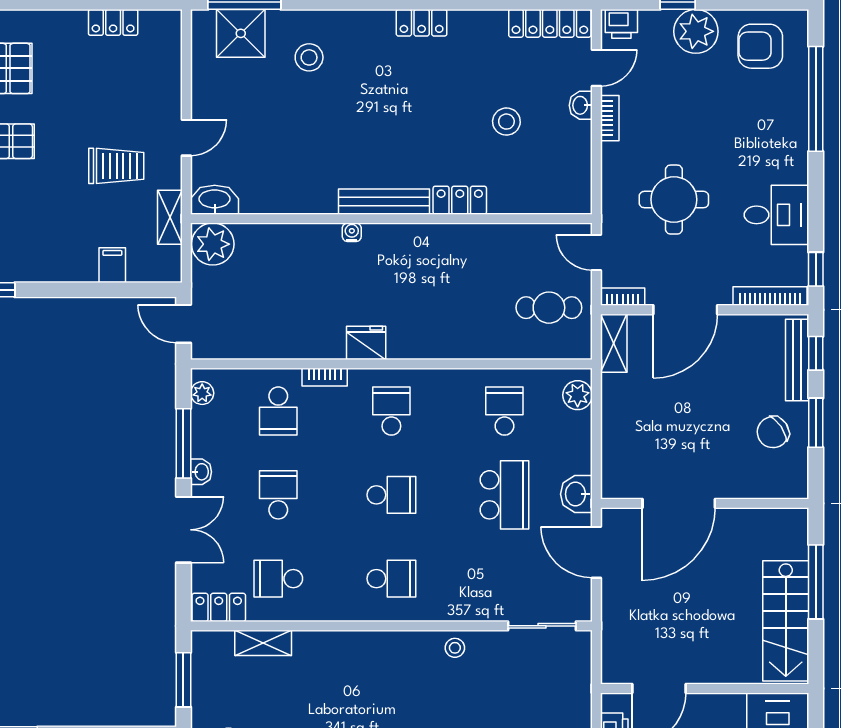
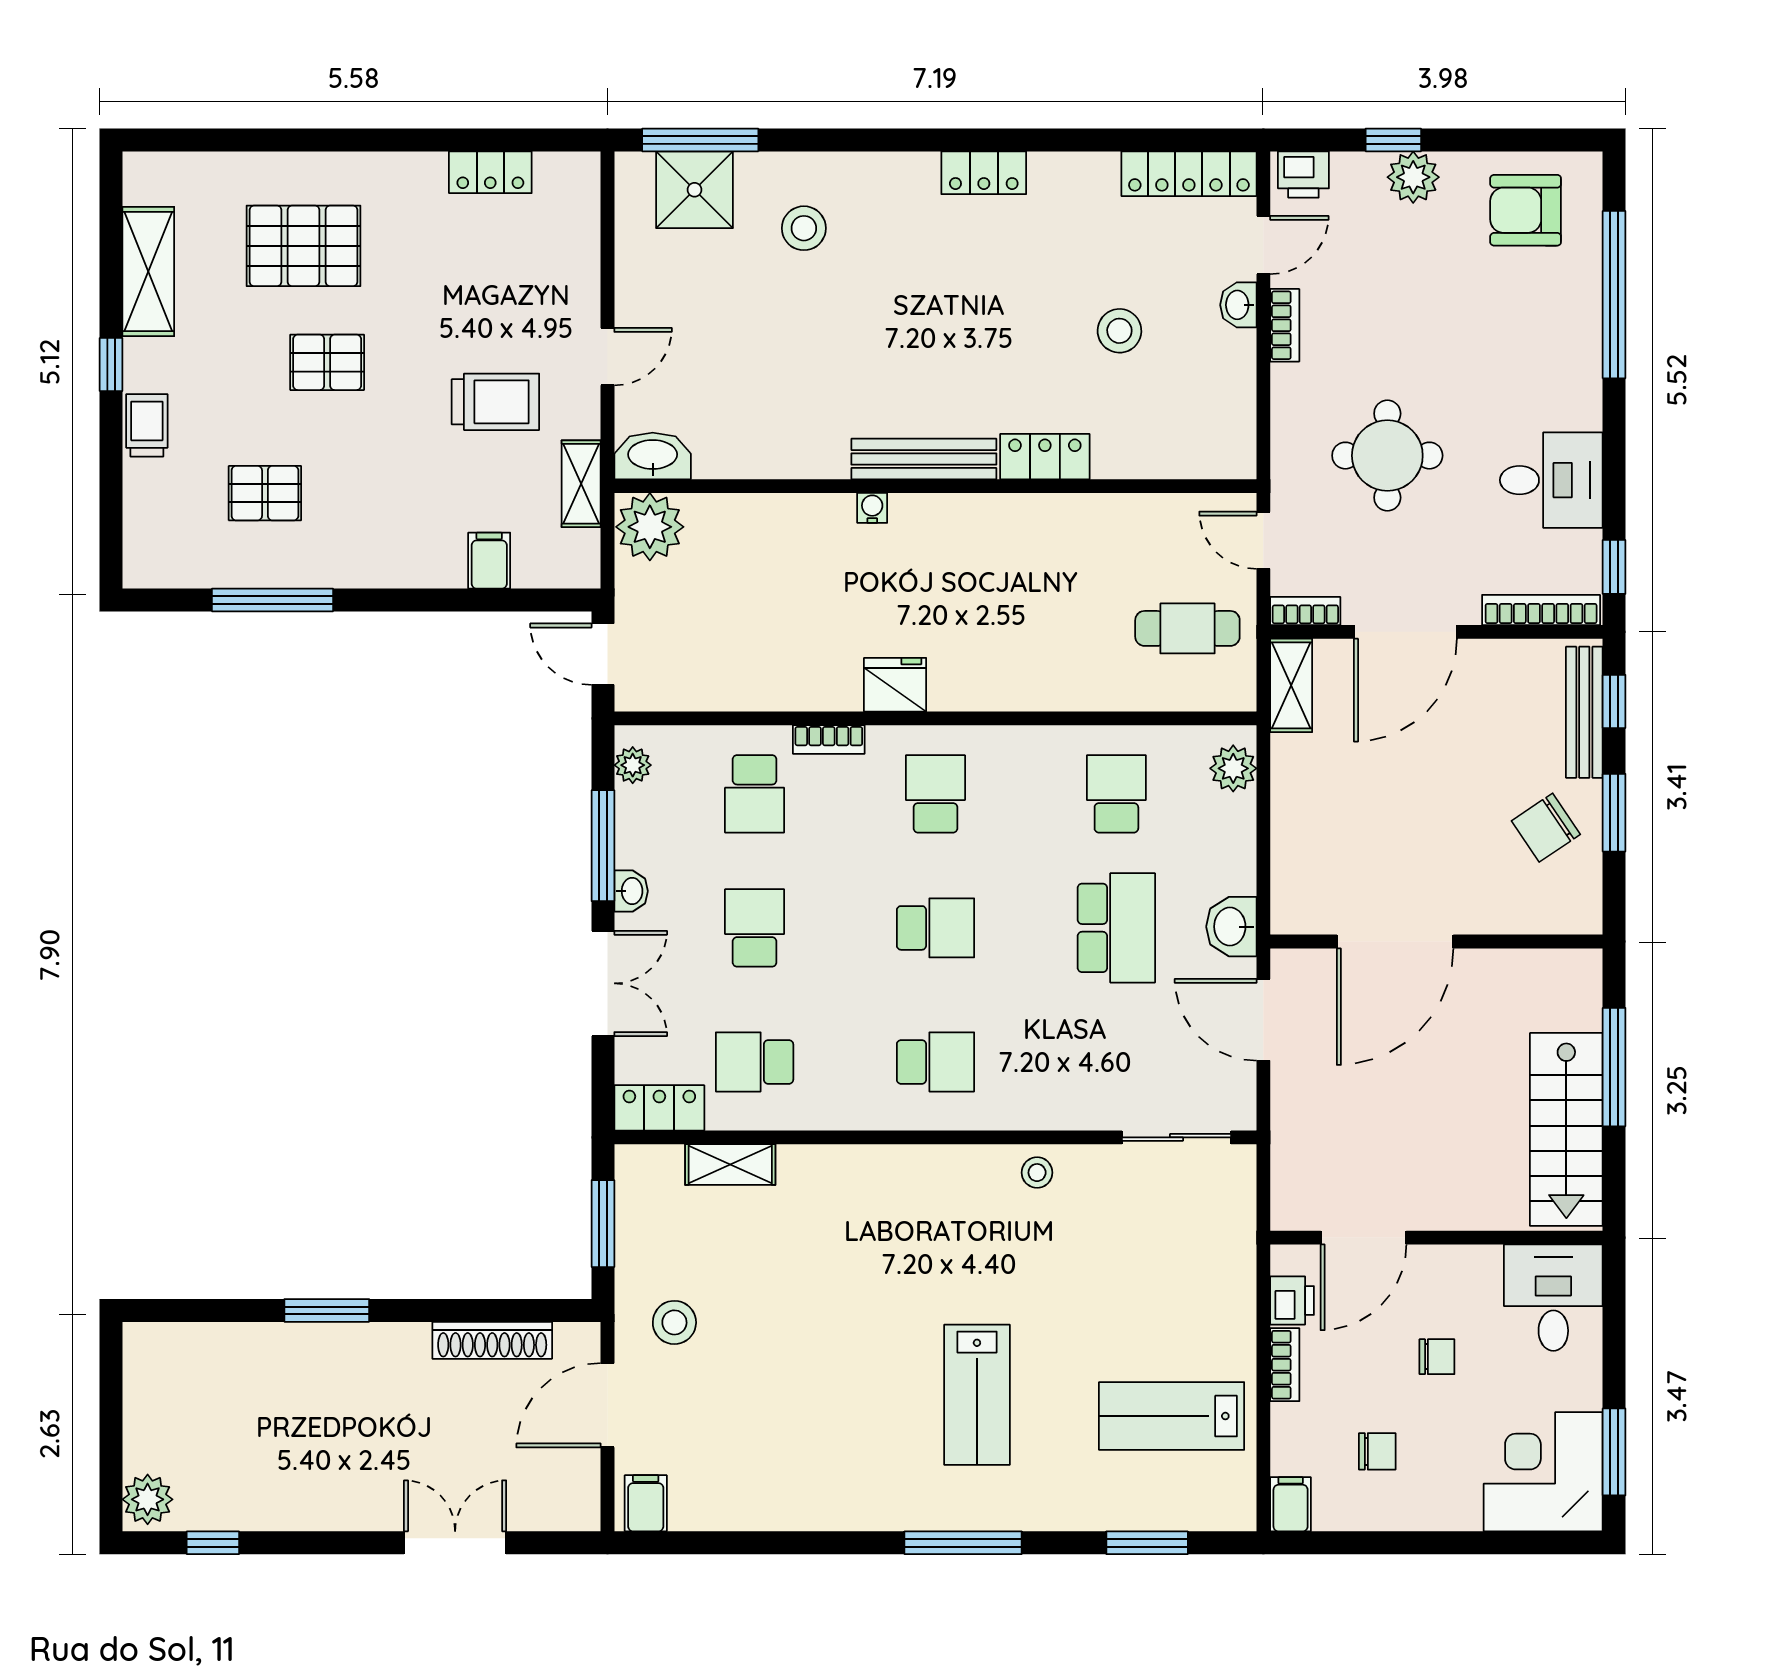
plant: (696, 31) -> (1413, 177), width x0.73, depth x0.73

